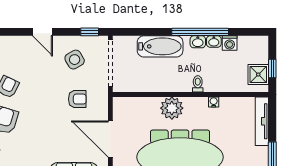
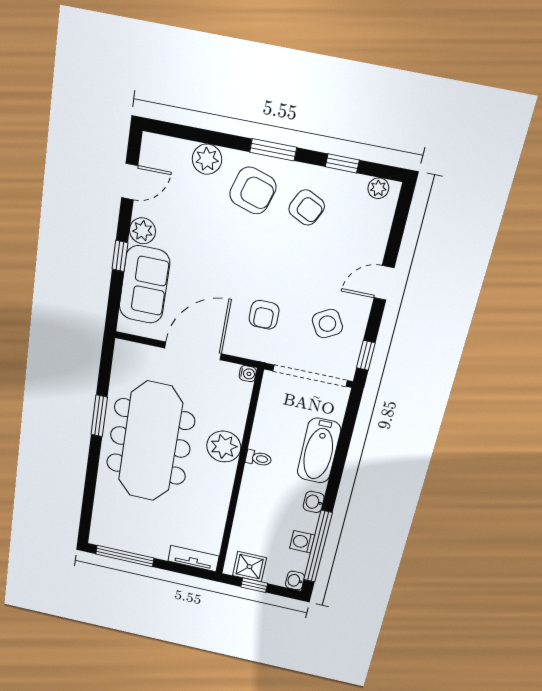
window: (200, 32) -> (318, 547), moved
washbasin: (214, 42) -> (295, 581), moved
toilet: (198, 84) -> (259, 458), moved
water cooler: (214, 102) -> (248, 374), moved
tv unit: (262, 121) -> (193, 559), width x0.71

